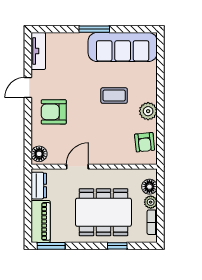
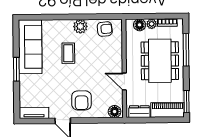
window: (117, 246) -> (186, 50), width x2.17

